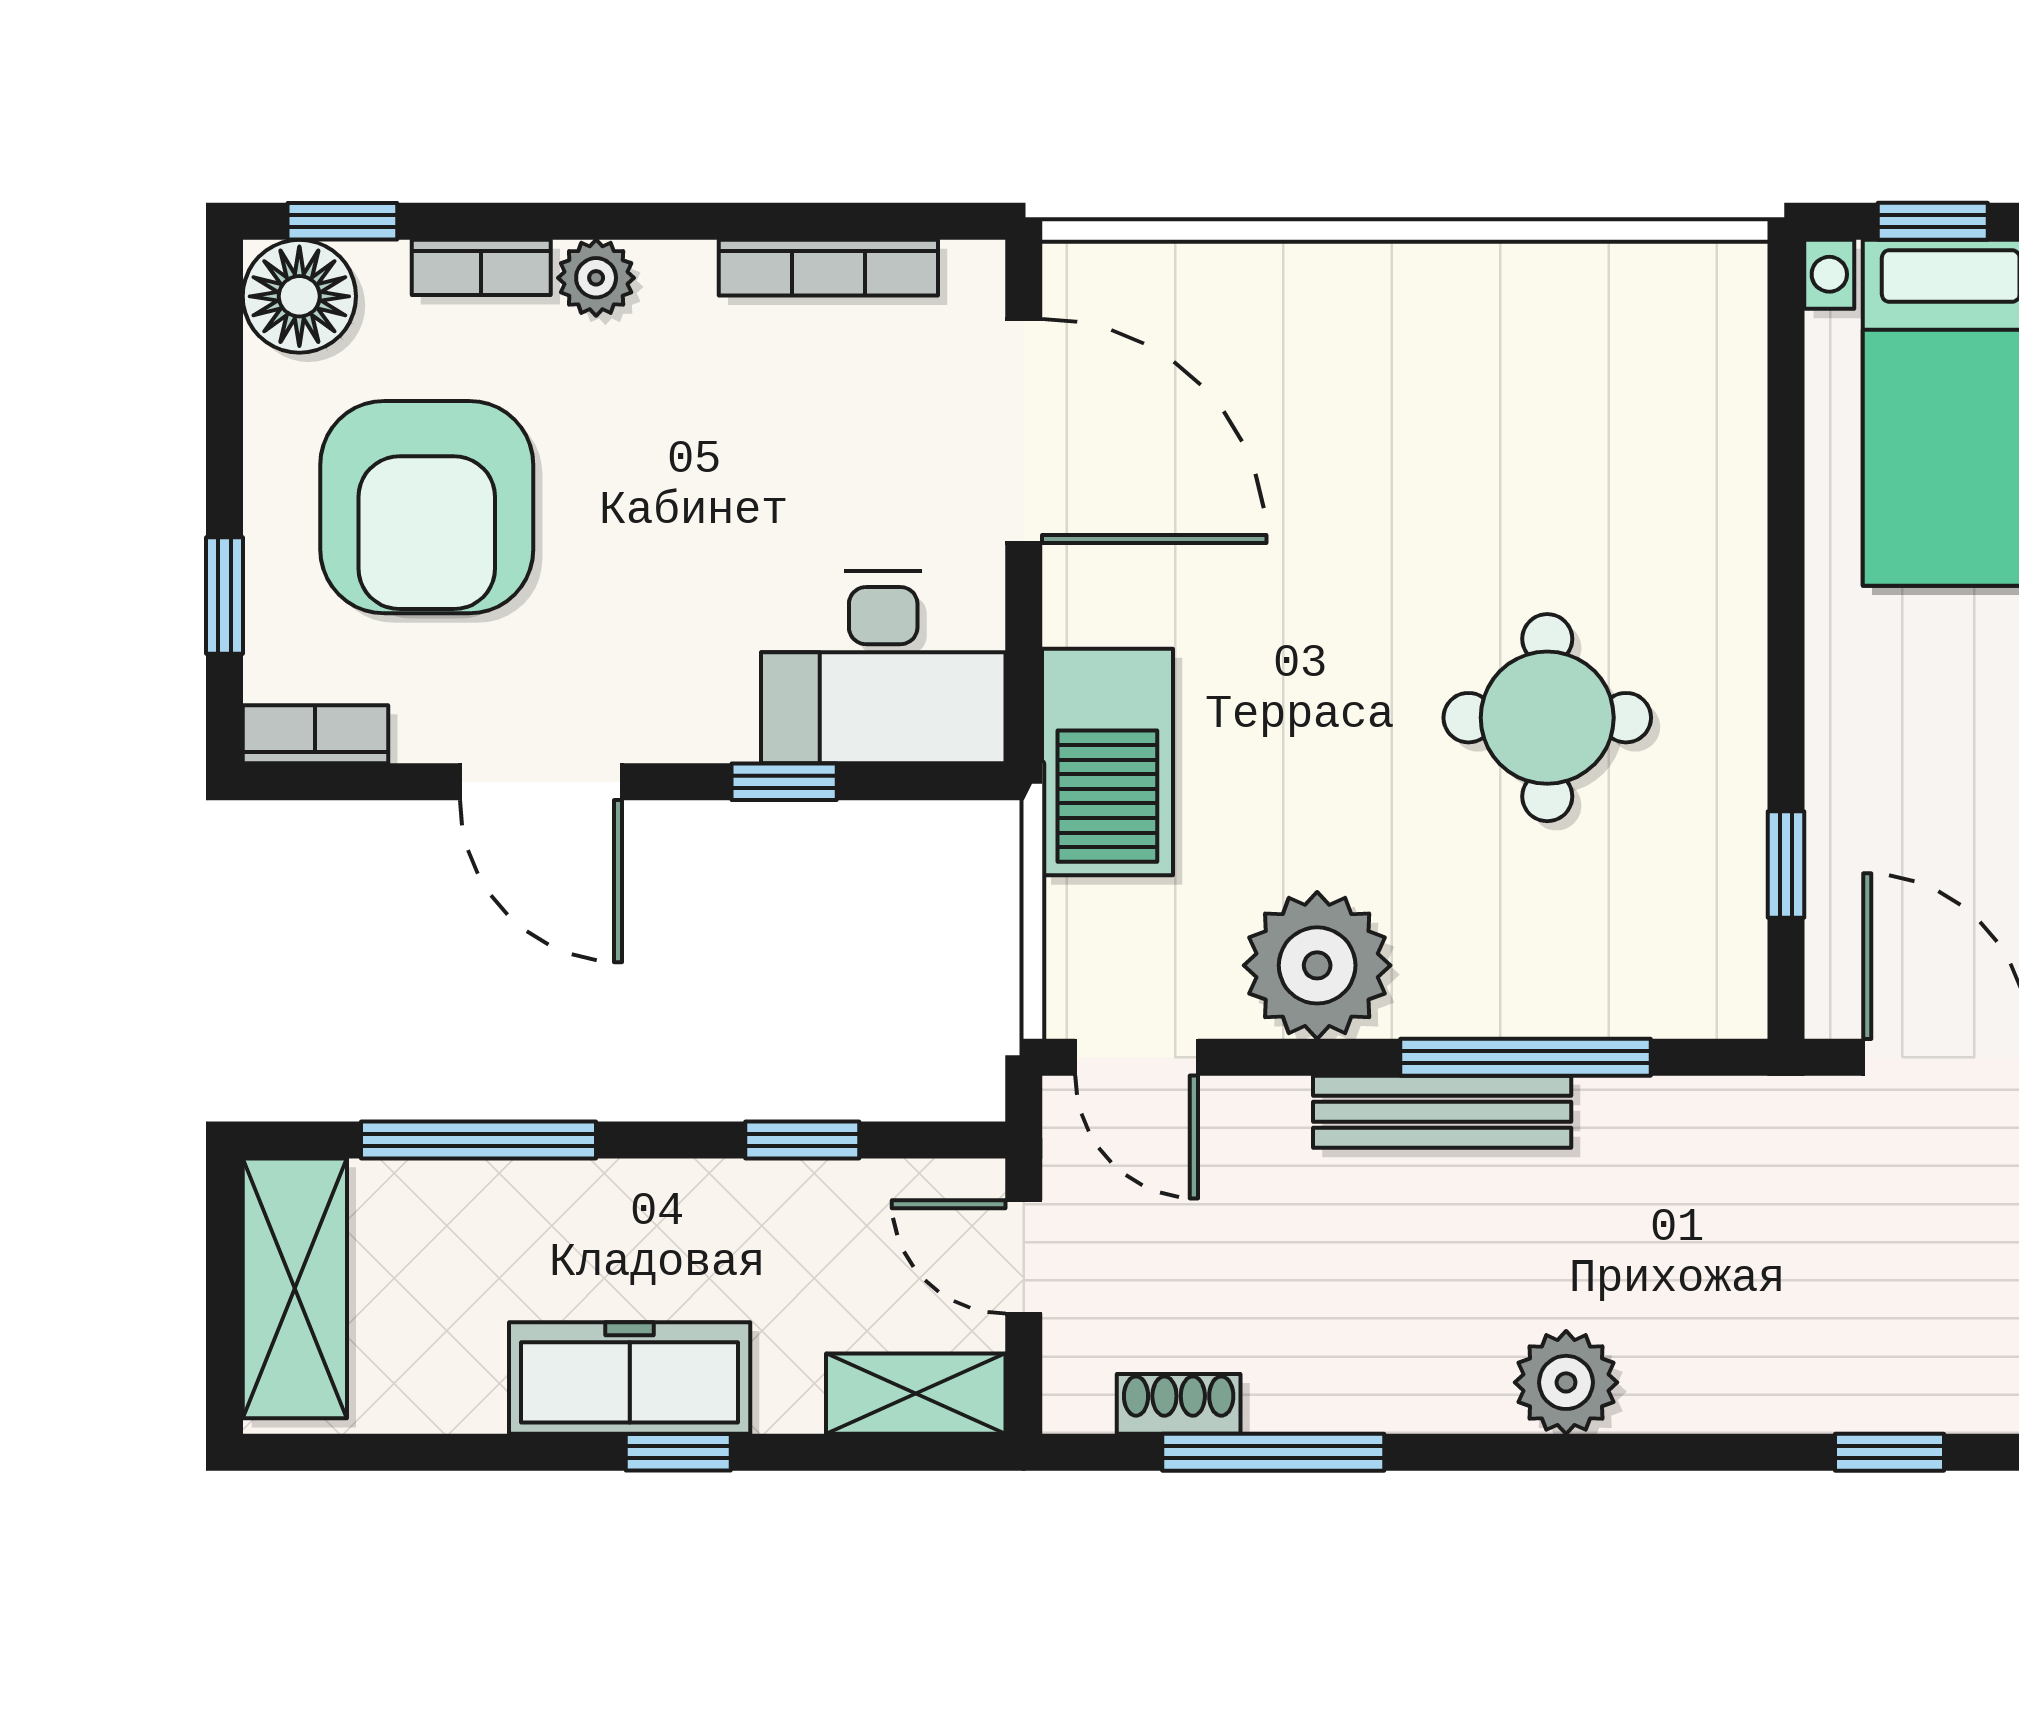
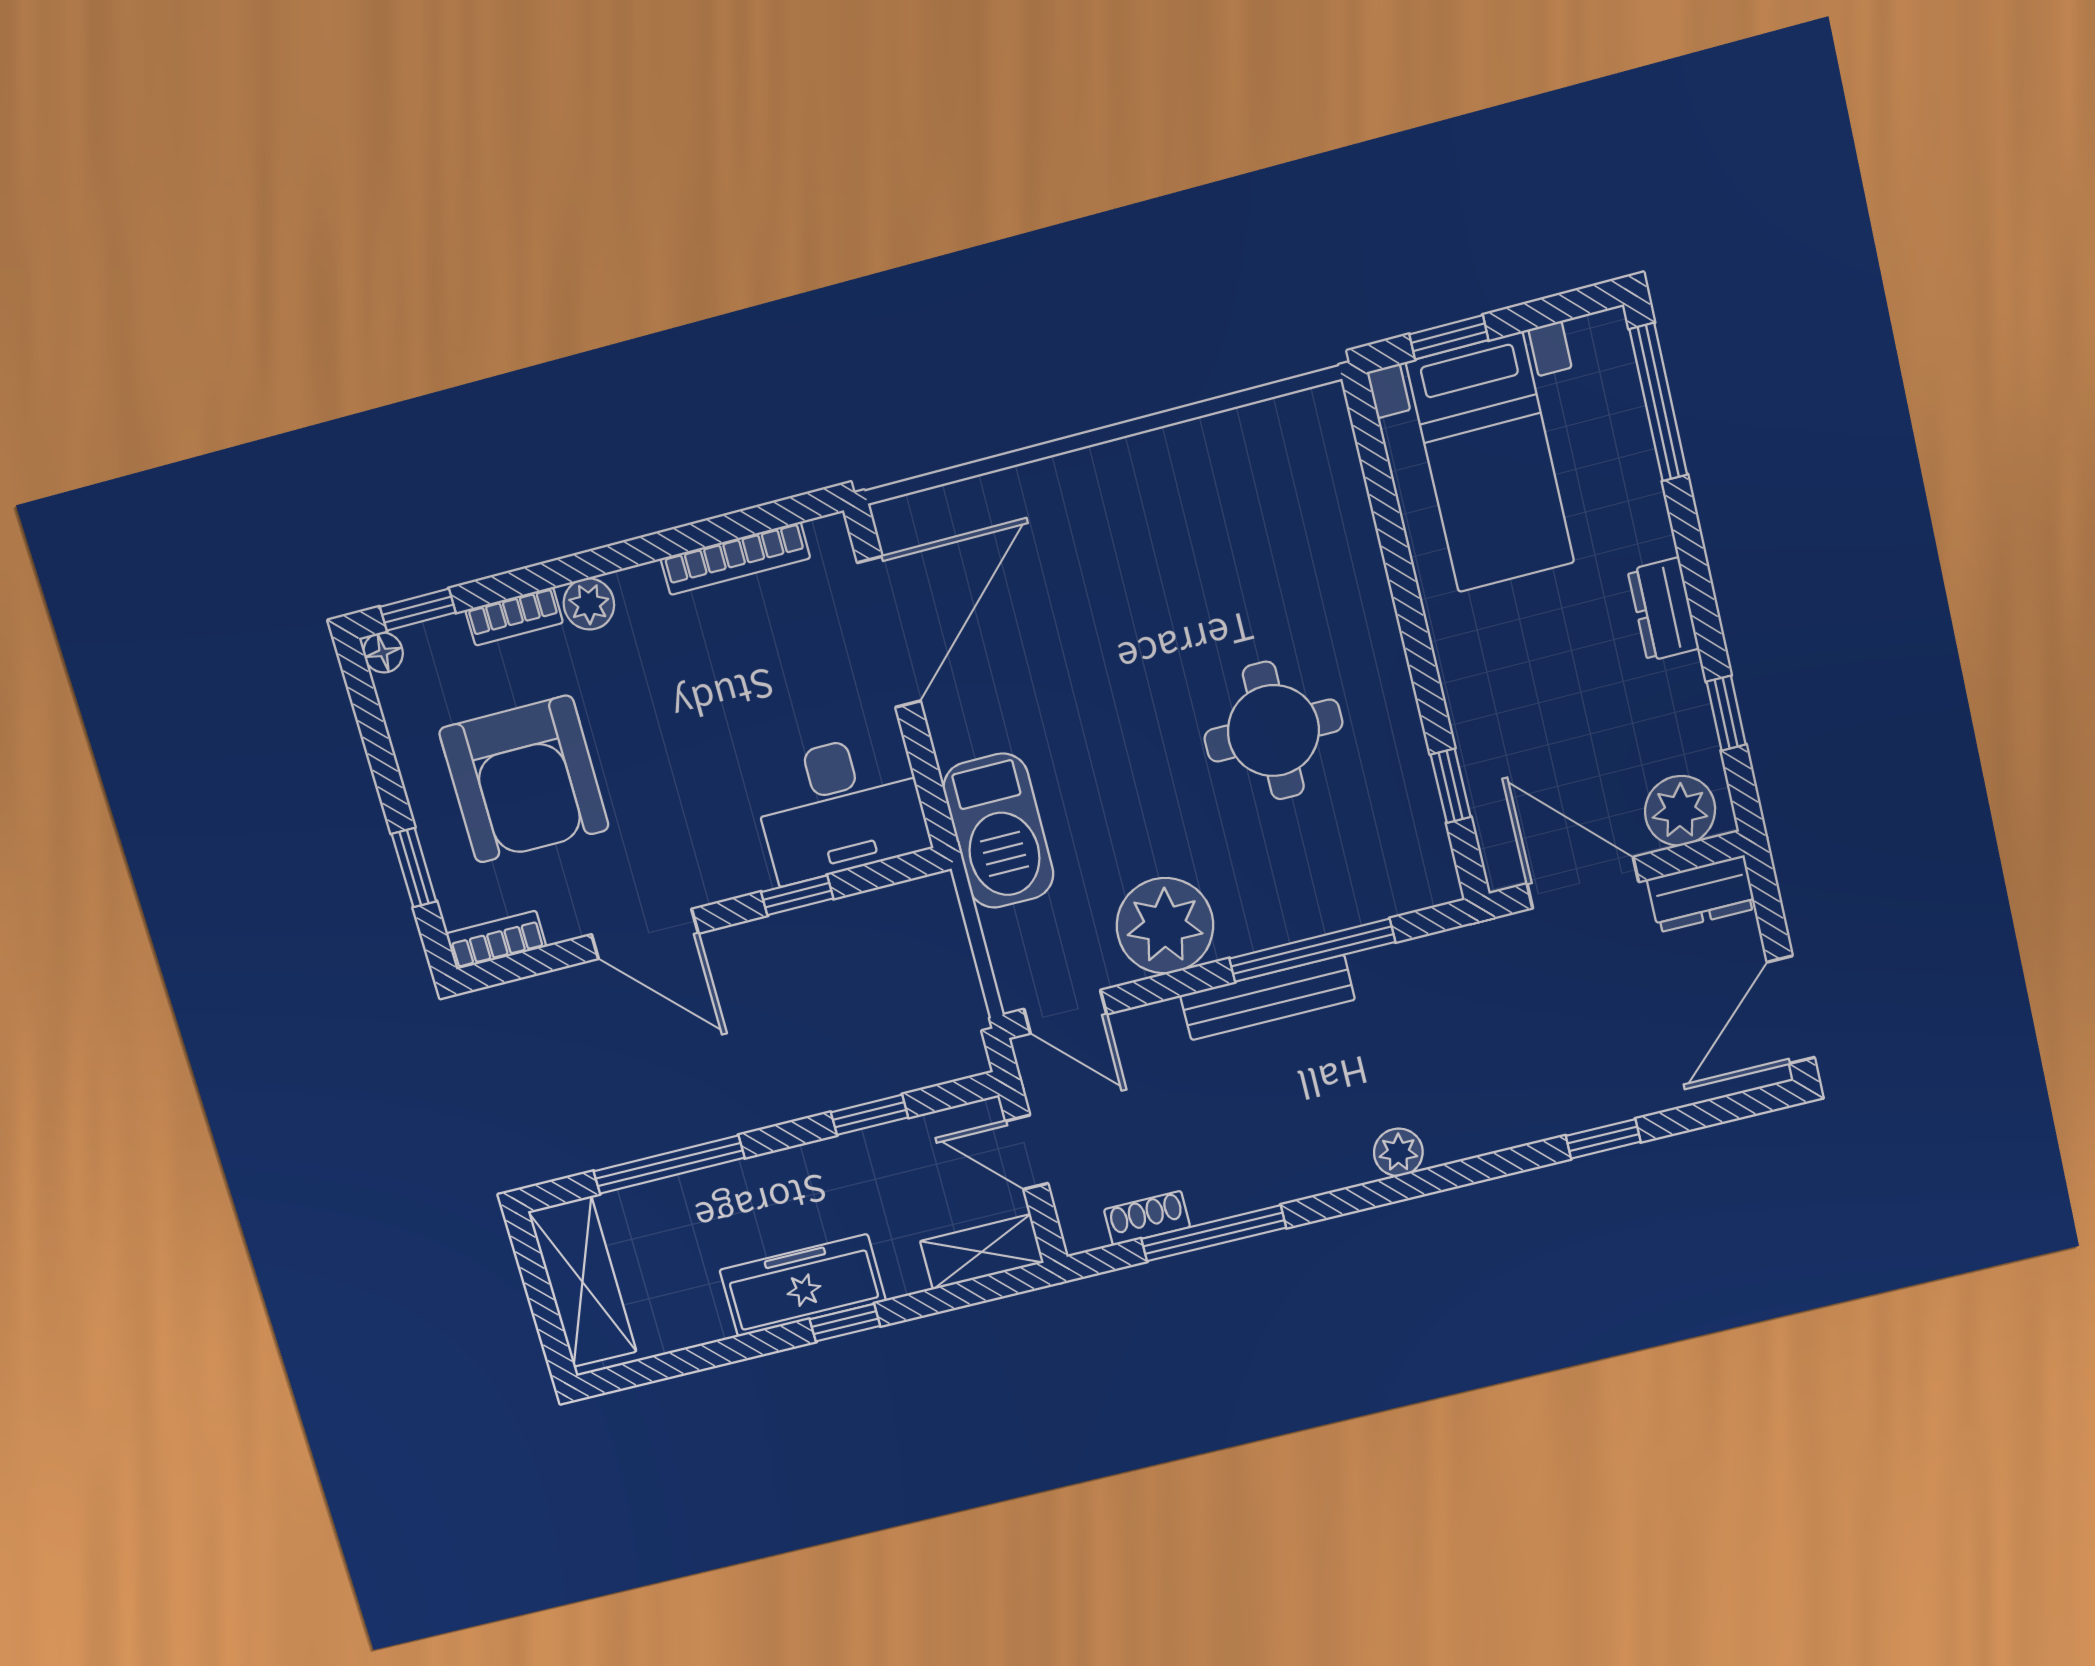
floor lamp: (299, 296) -> (383, 652), width x0.53, depth x0.53
door: (1024, 431) -> (889, 632), hinge flipped
plant: (1566, 1382) -> (1398, 1152), width x0.73, depth x0.73

